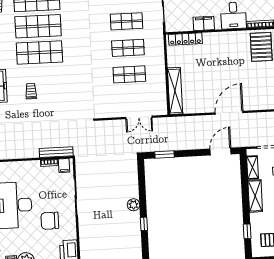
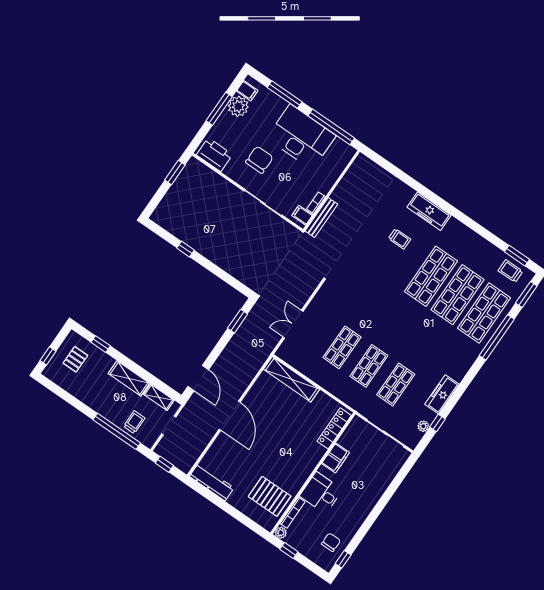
plant: (133, 205) -> (212, 253), removed

